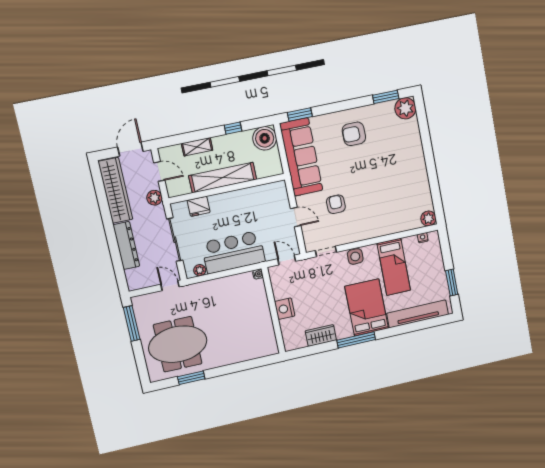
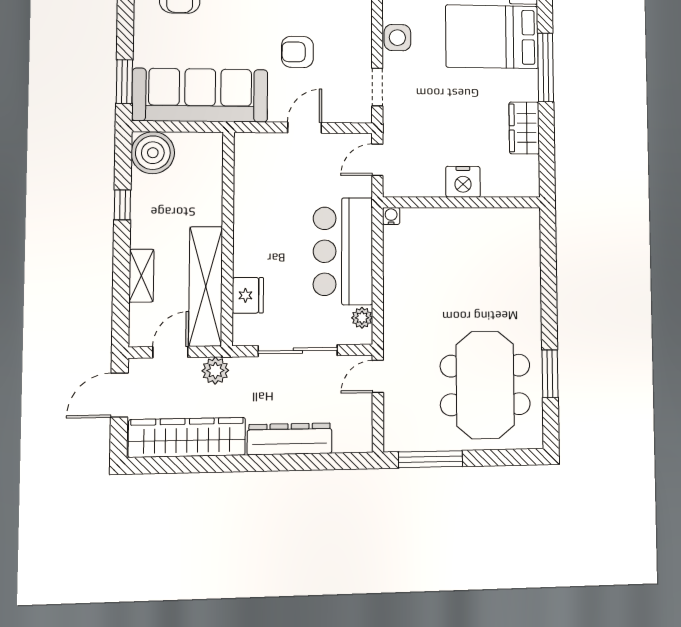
door: (130, 149) -> (119, 395), hinge flipped
shelving: (223, 178) -> (206, 286), moved

